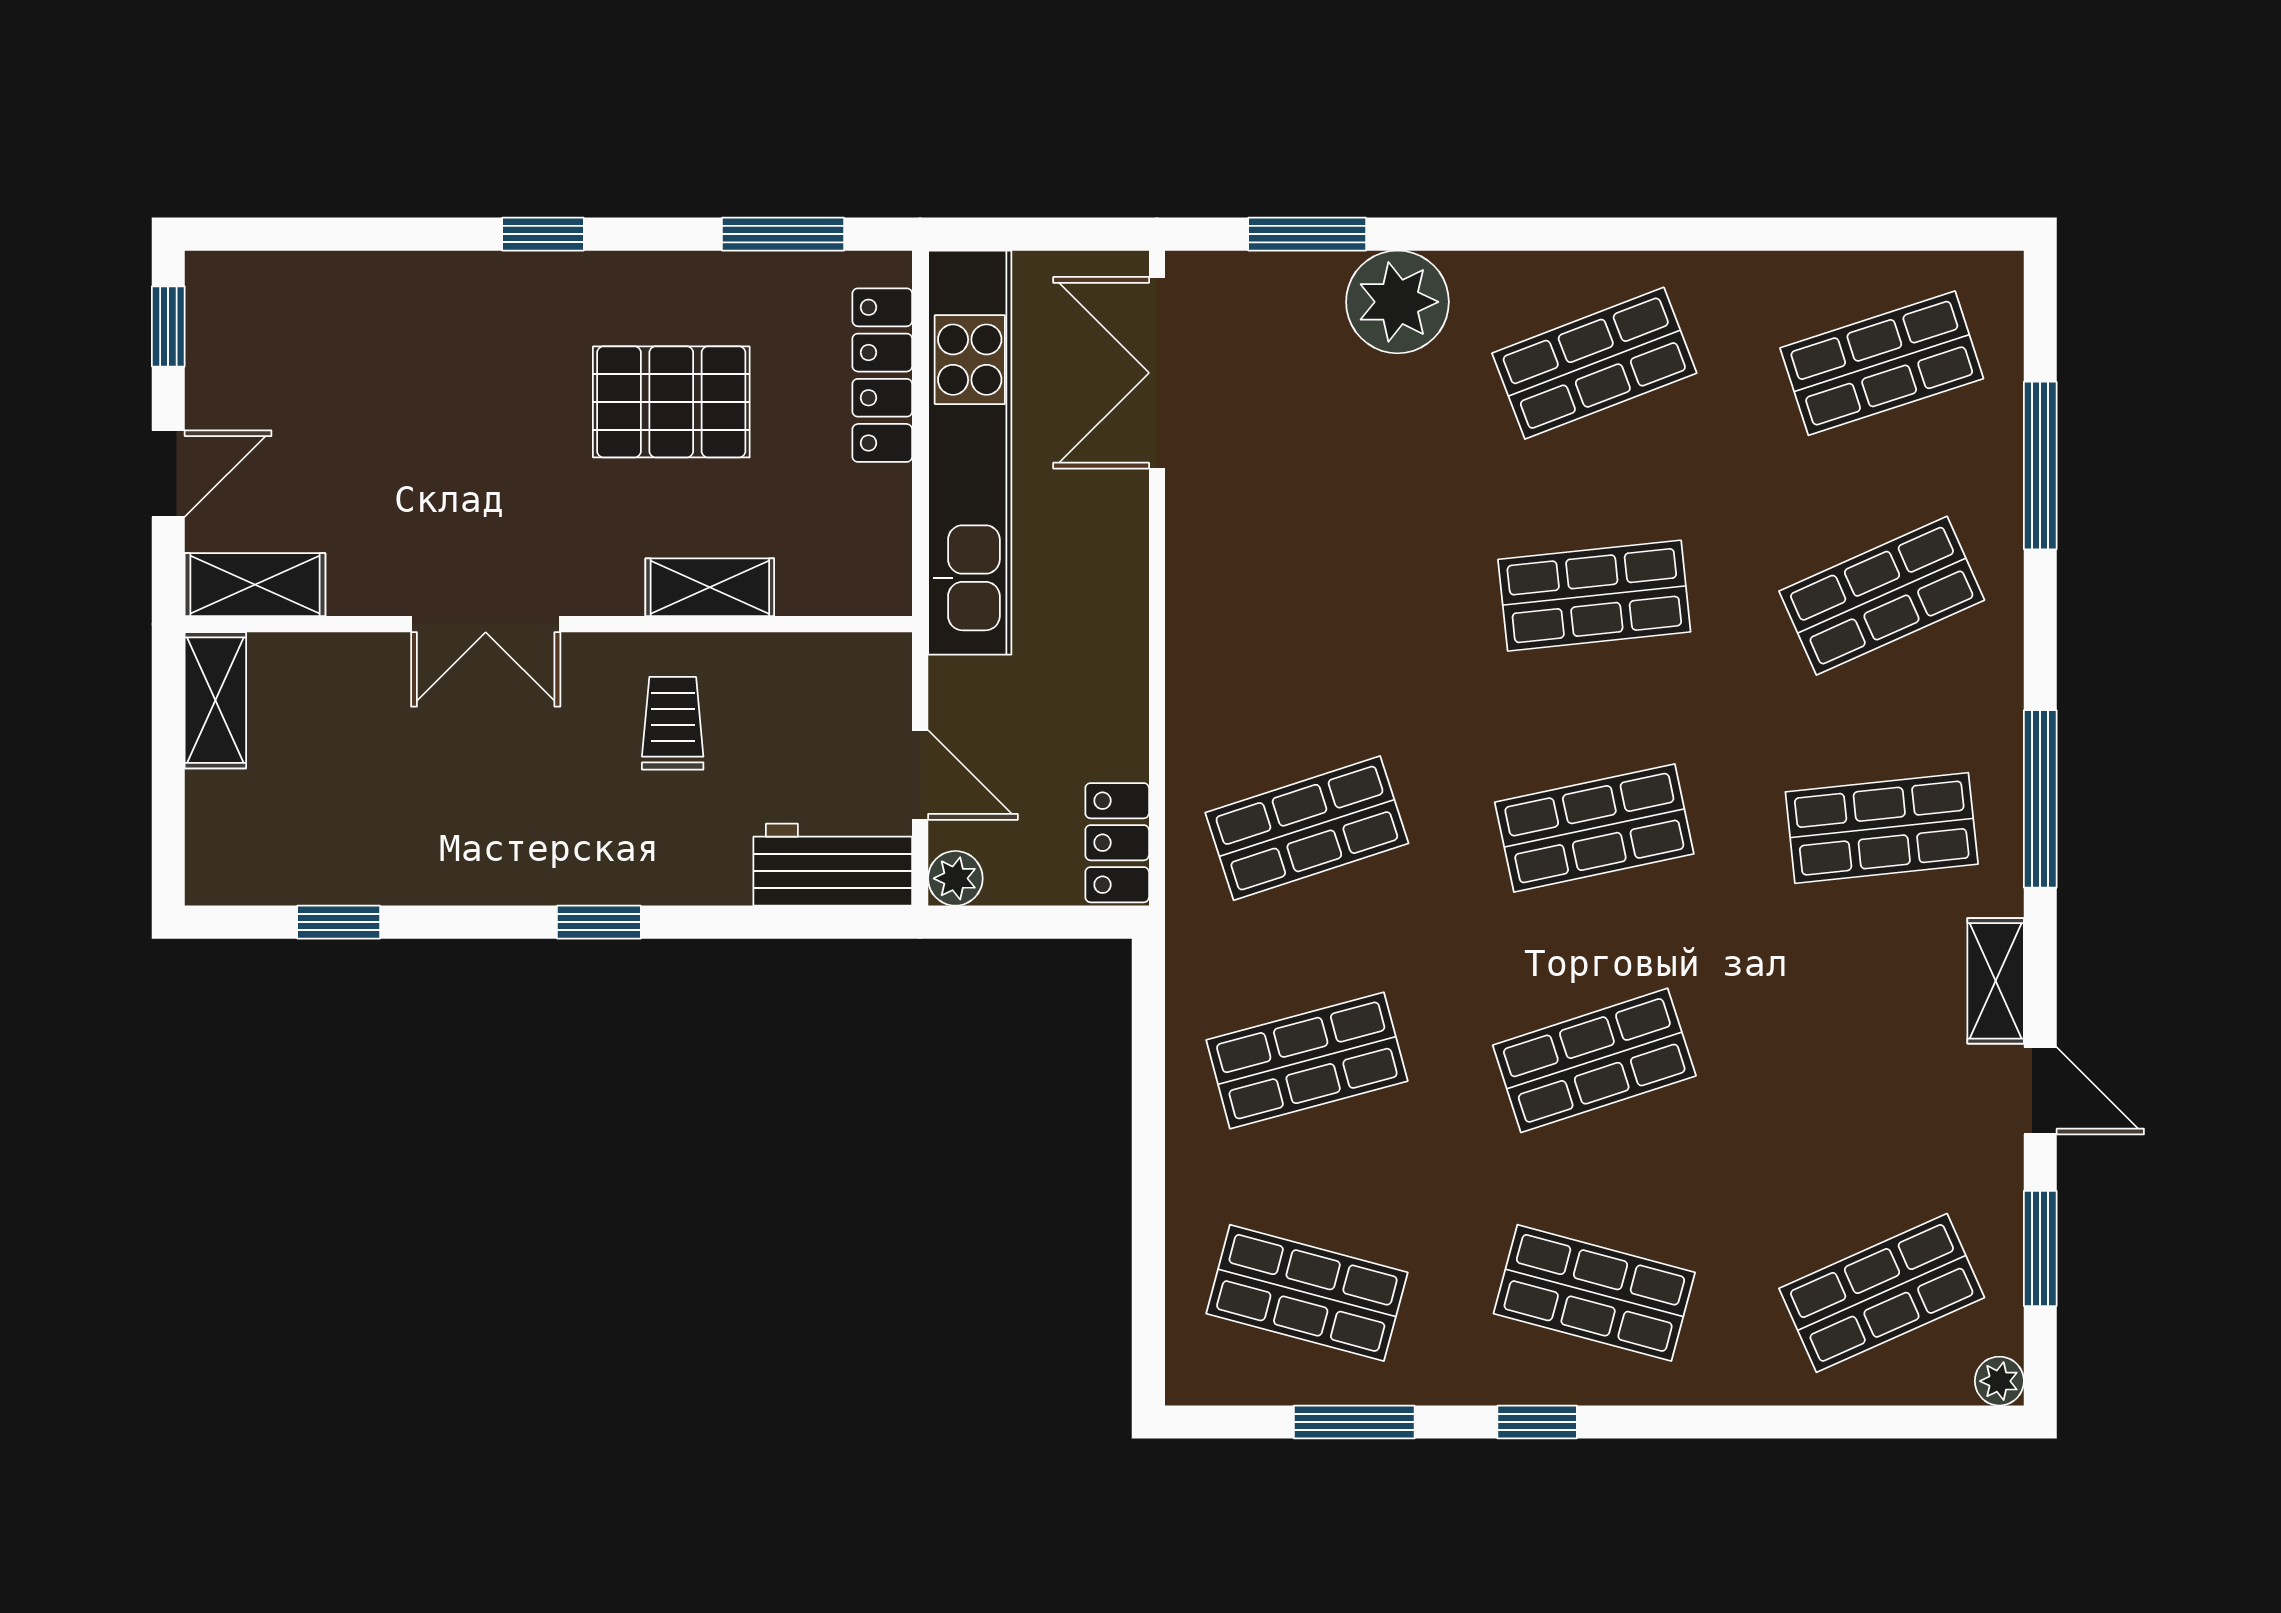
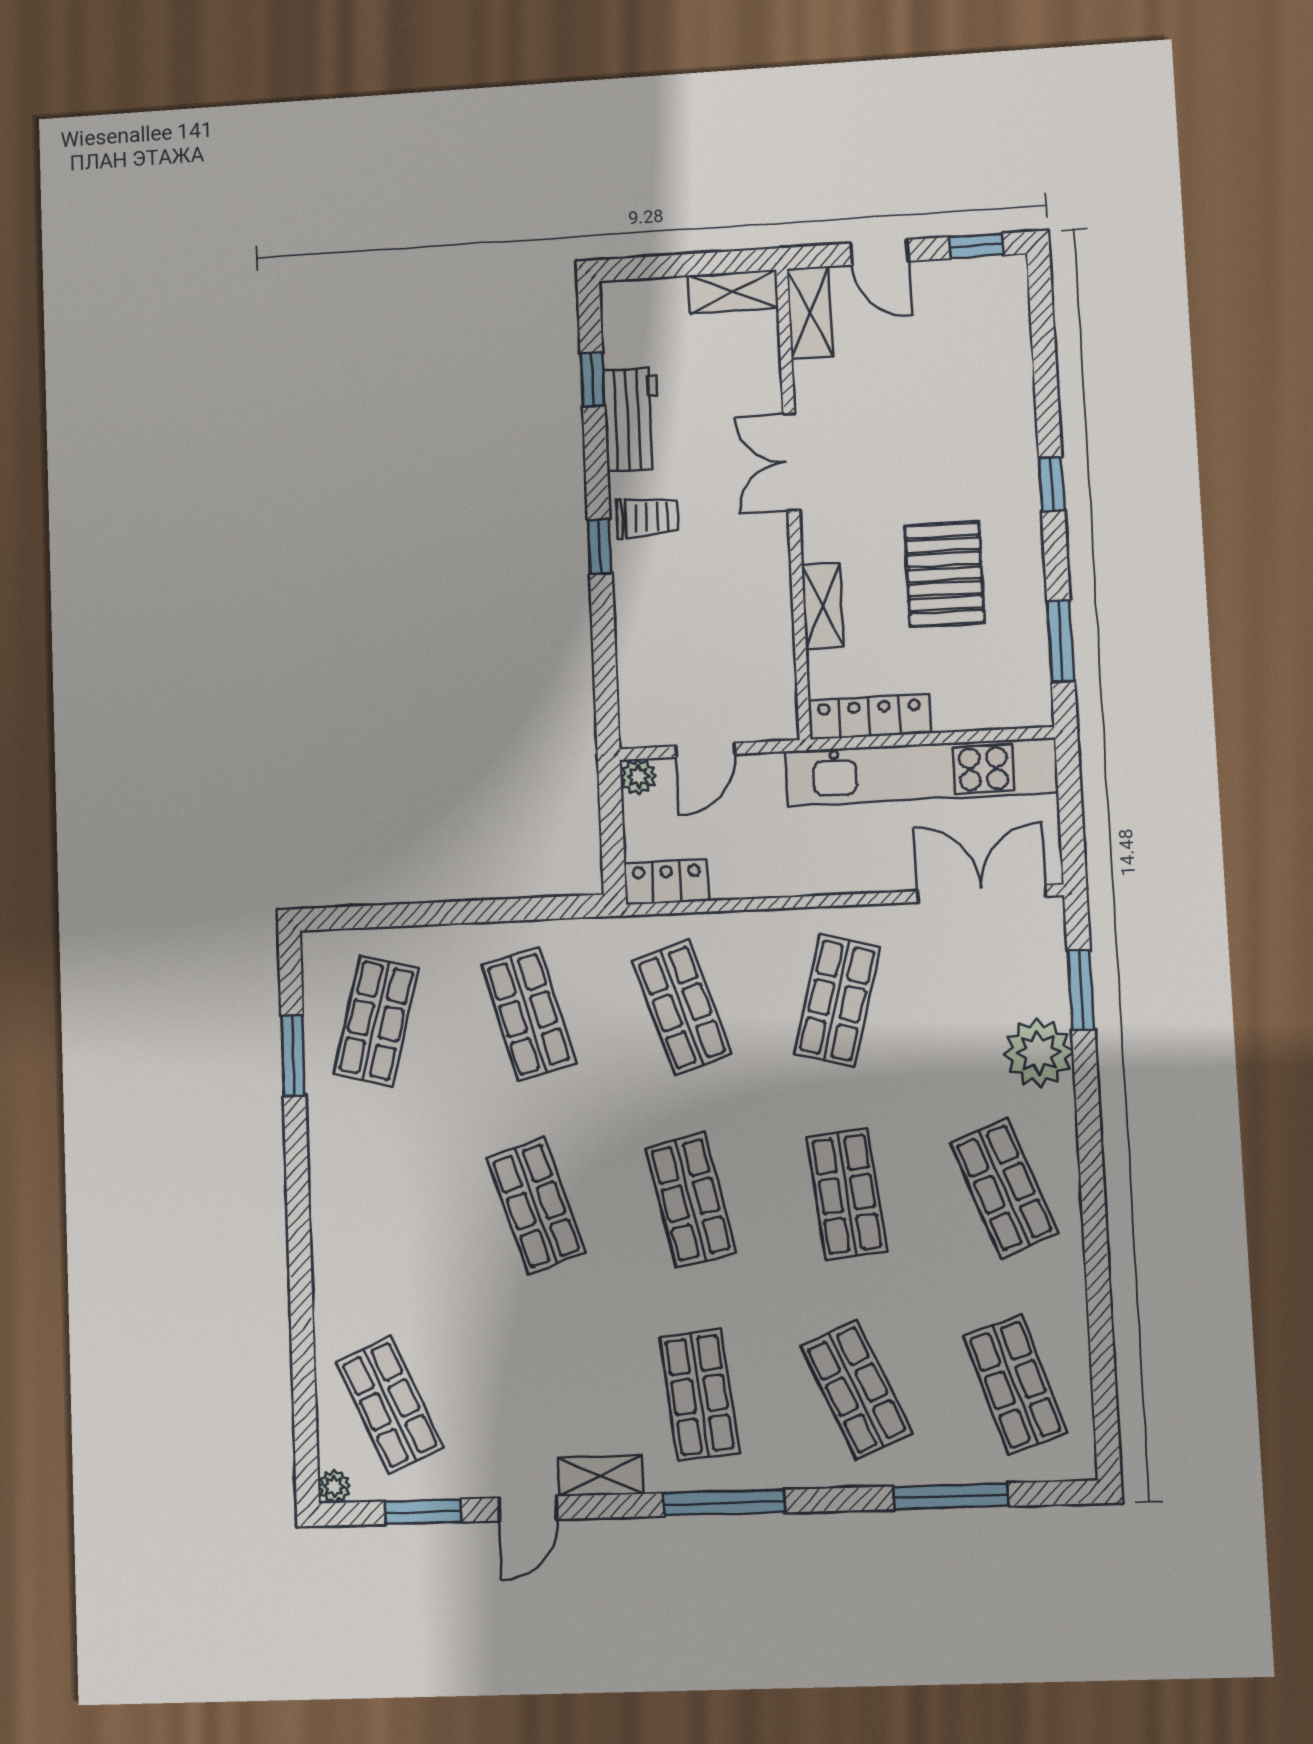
locker: (882, 375) -> (869, 717), moved
trolley: (673, 723) -> (647, 517), moved
workbench: (833, 865) -> (632, 419), moved
shop shelf: (1594, 1293) -> (837, 1001), moved
window: (1537, 1422) -> (297, 1177), removed

